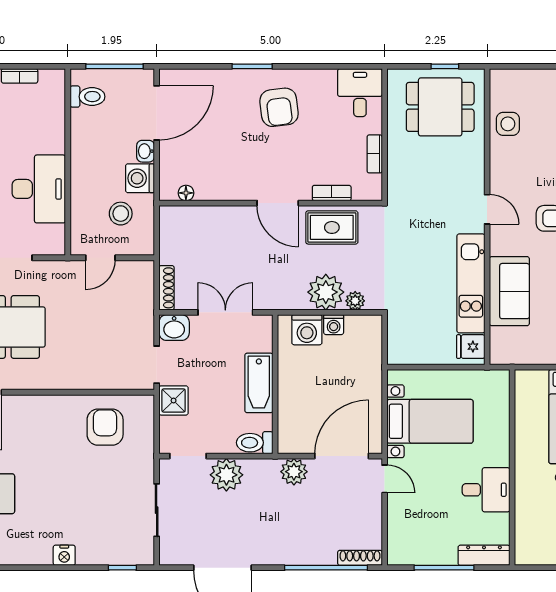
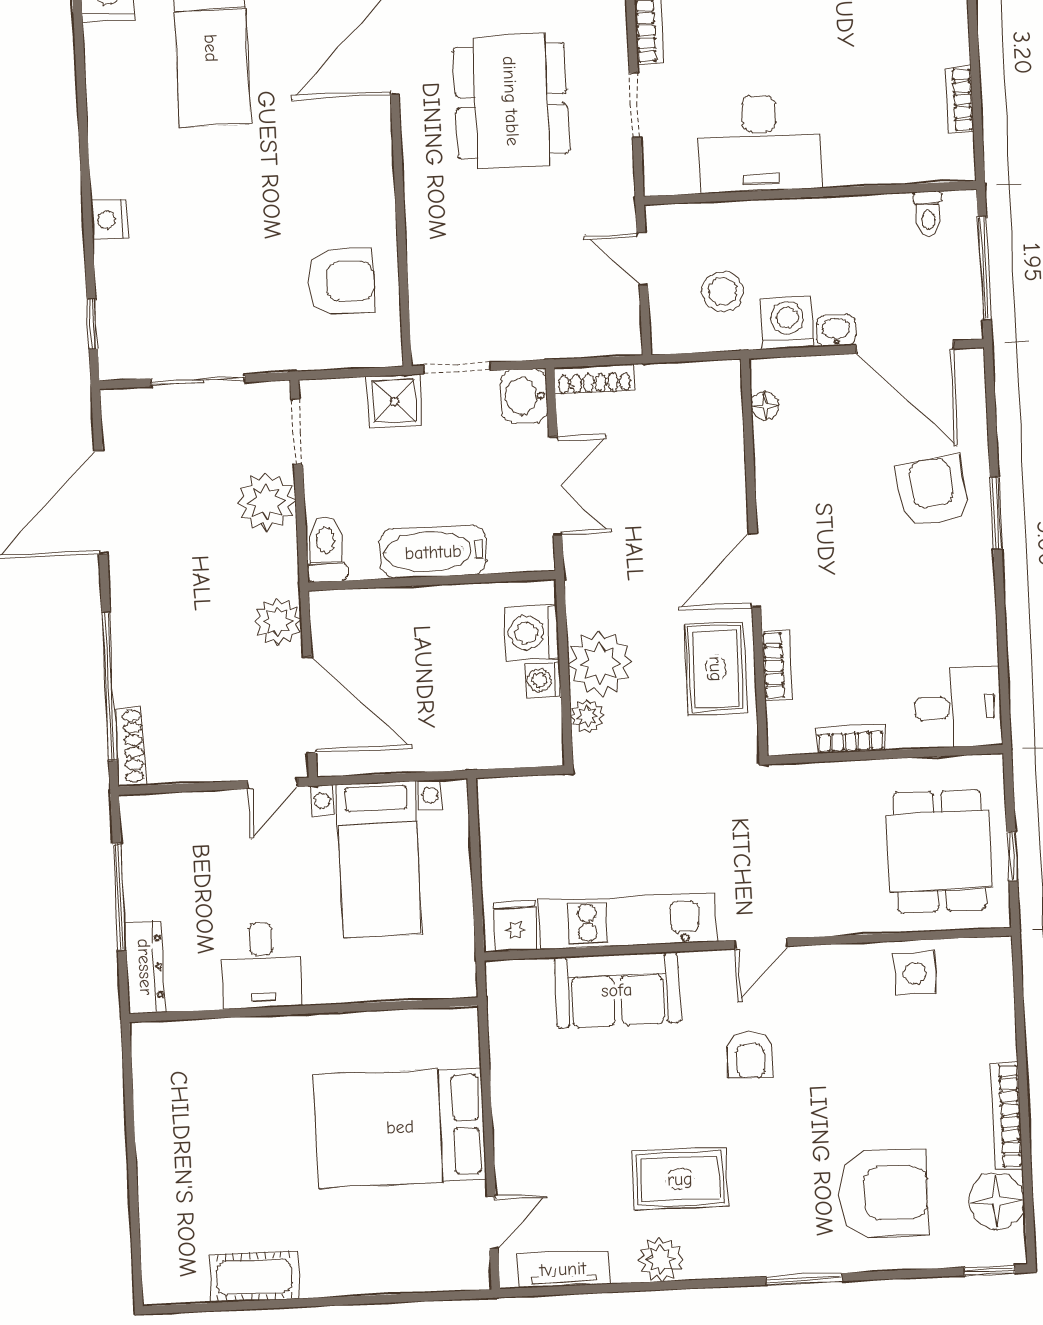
toilet: (87, 97) -> (928, 214), width x0.73, depth x0.72
armchair: (279, 107) -> (933, 492), moved, turned 89

